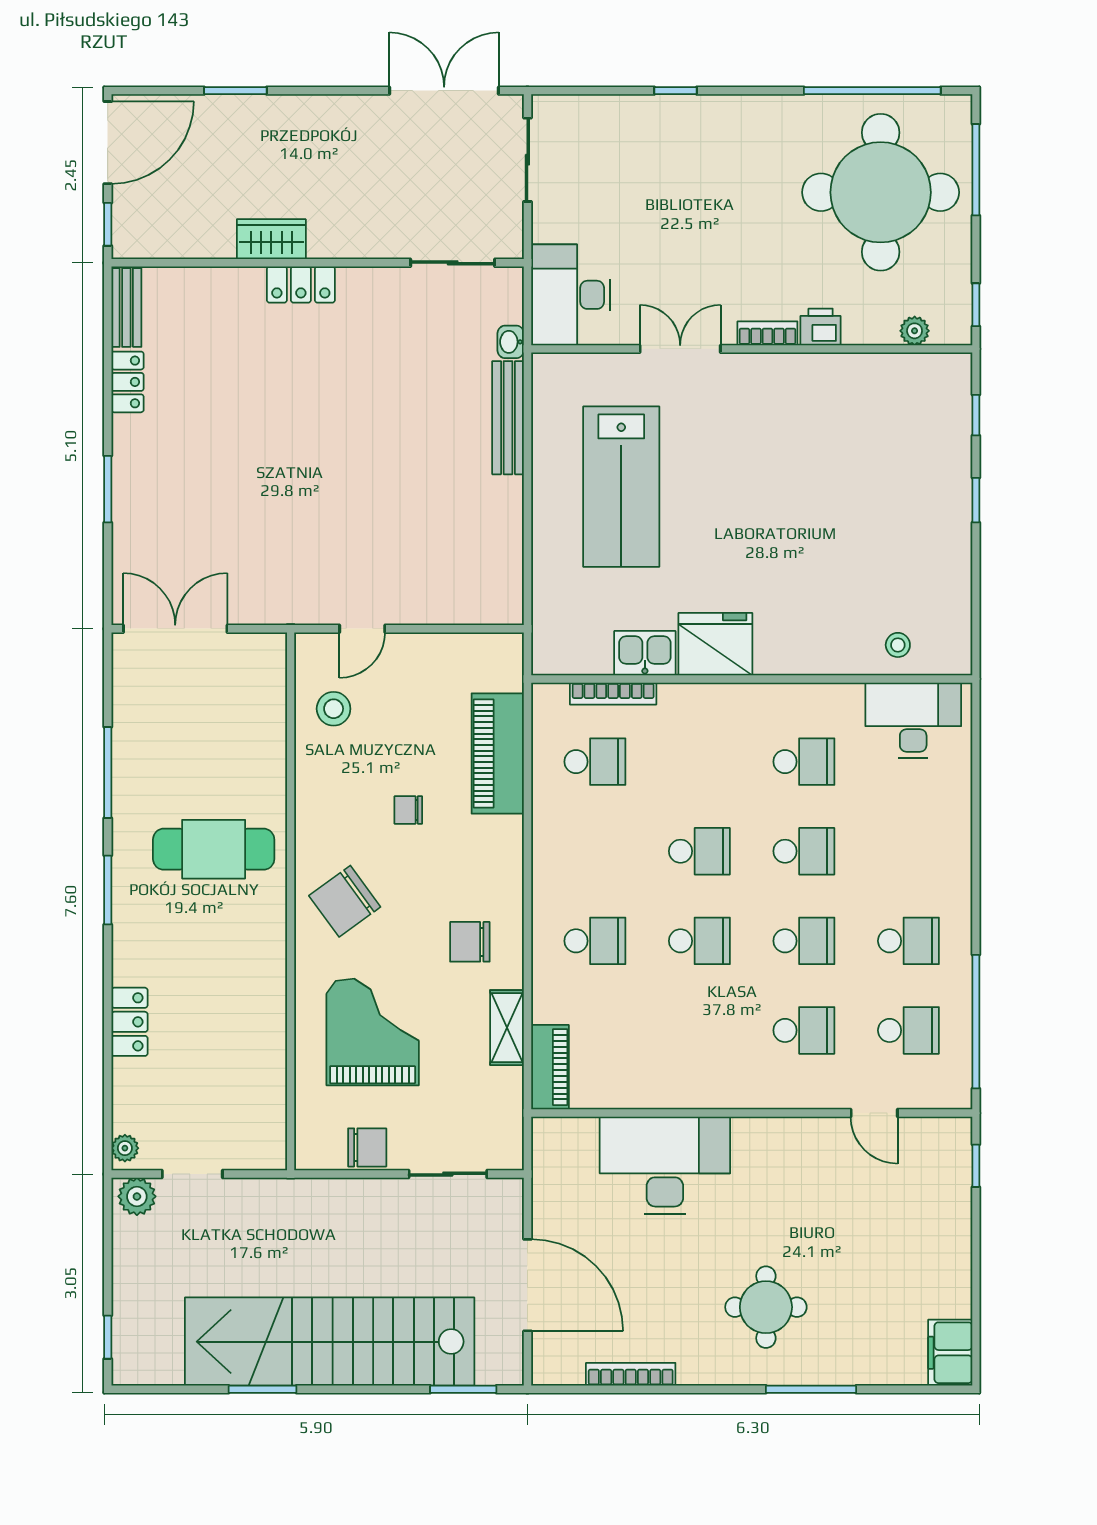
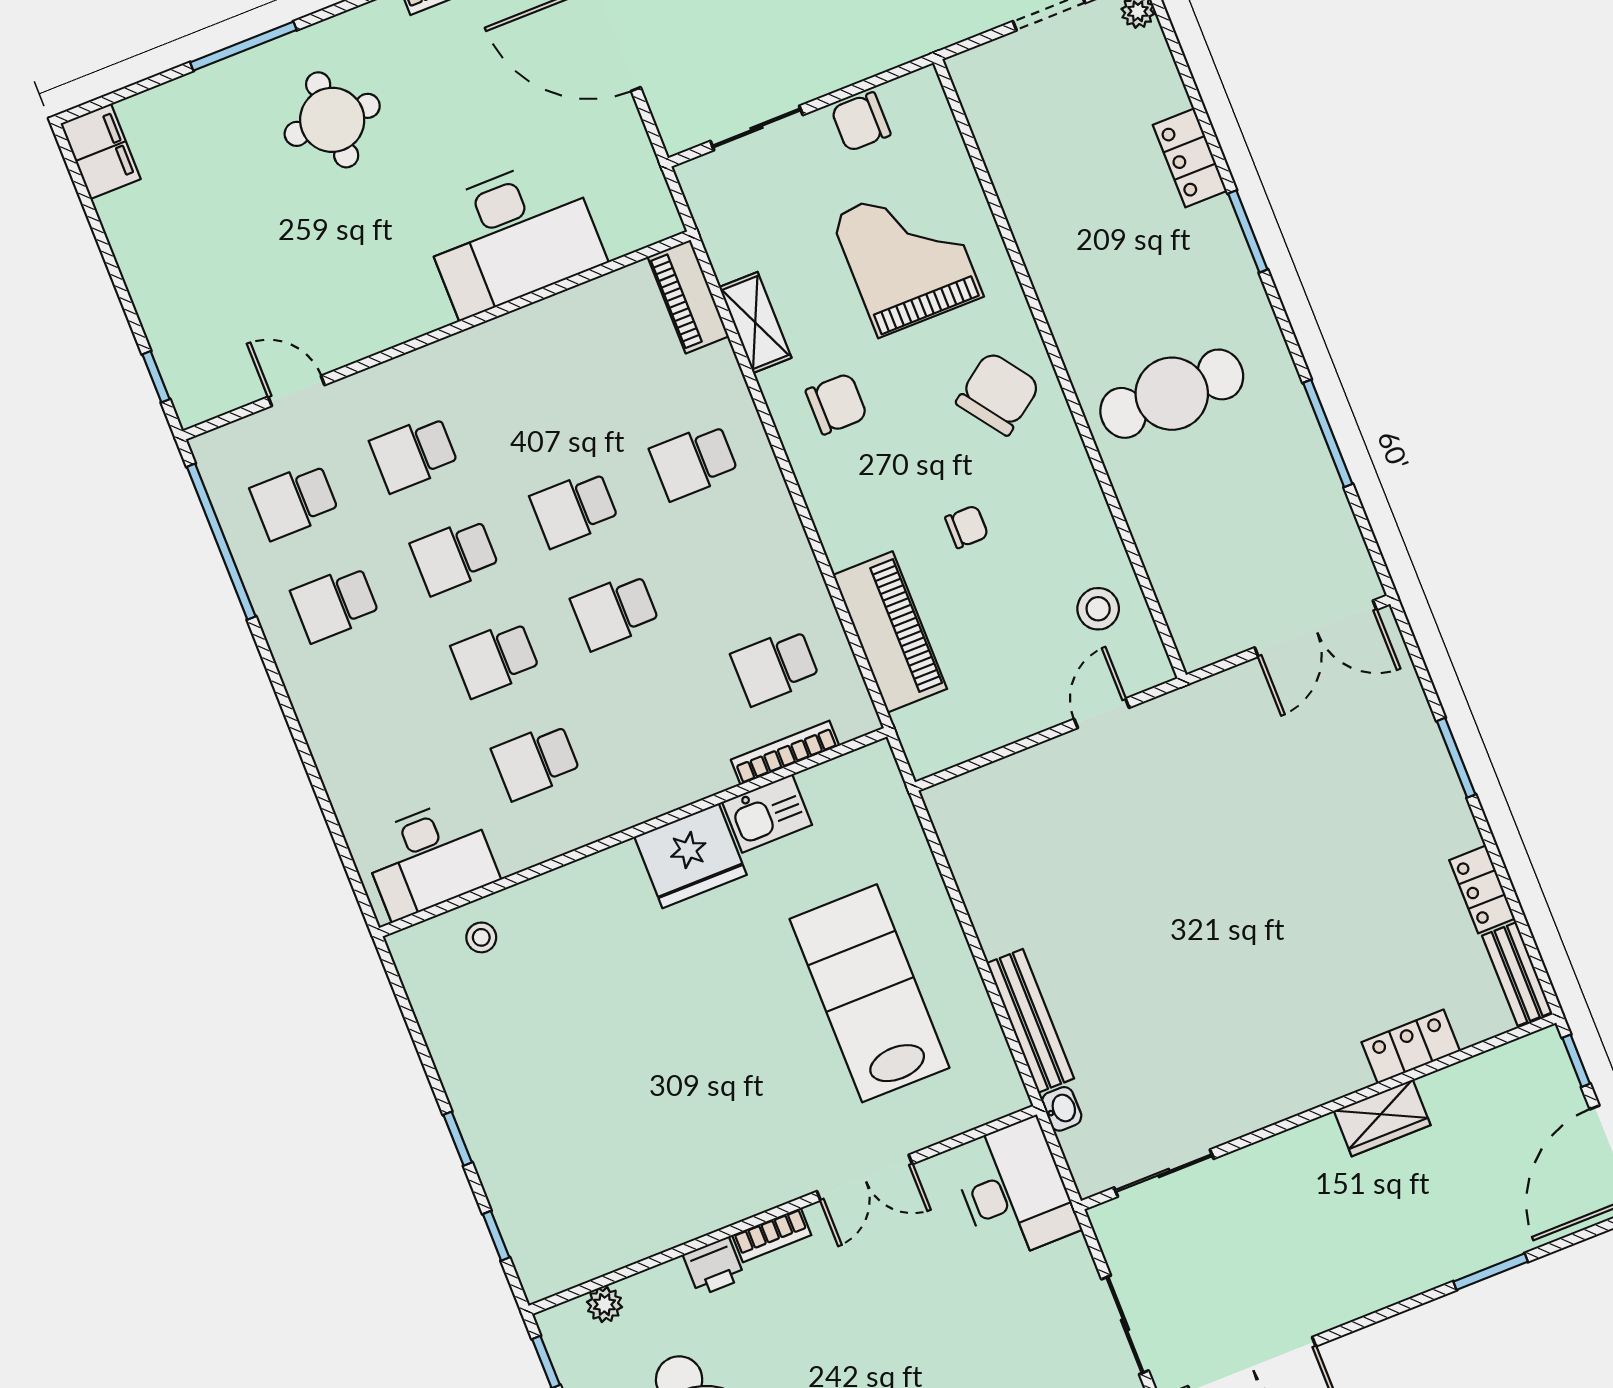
locker: (301, 285) -> (1411, 1047), moved
window: (108, 890) -> (1248, 231), moved
grand piano: (373, 1032) -> (907, 256), turned 180

